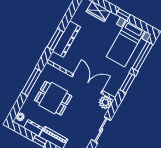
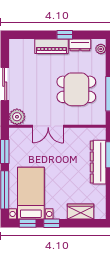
window: (140, 24) -> (28, 223), added
double door: (87, 84) -> (48, 126), width x0.73

